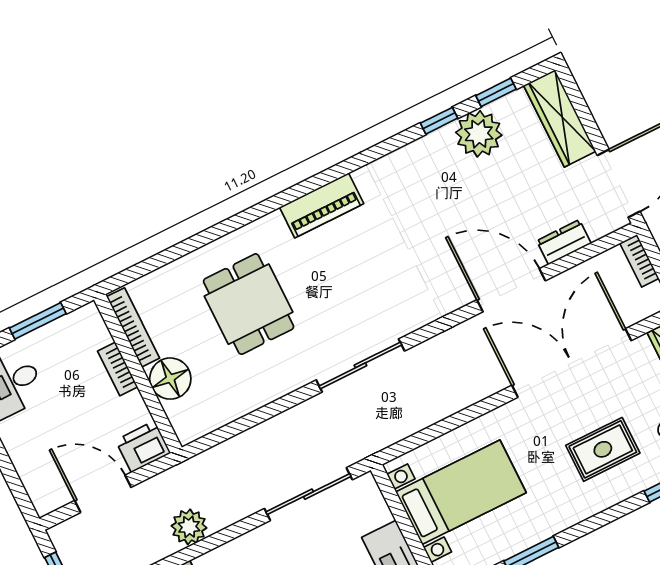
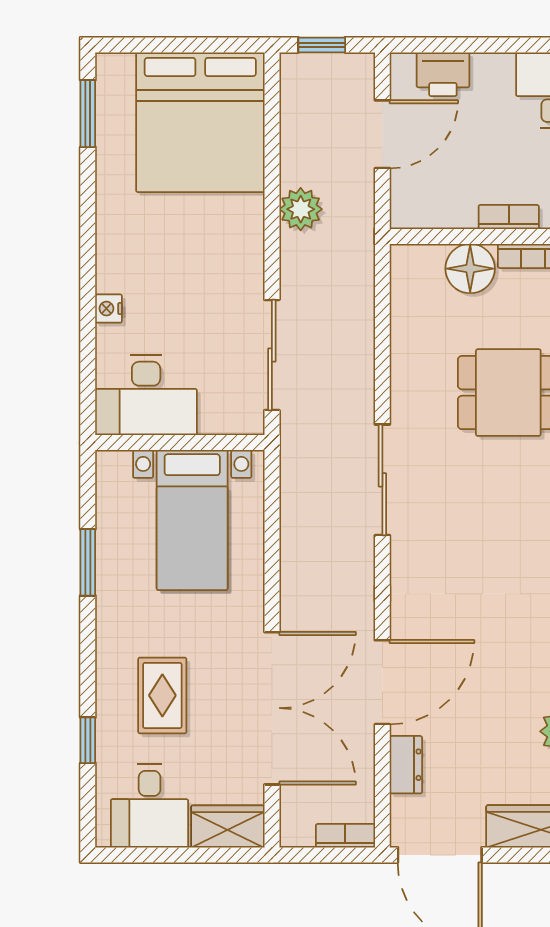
printer: (143, 447) -> (443, 74), moved, turned 90

